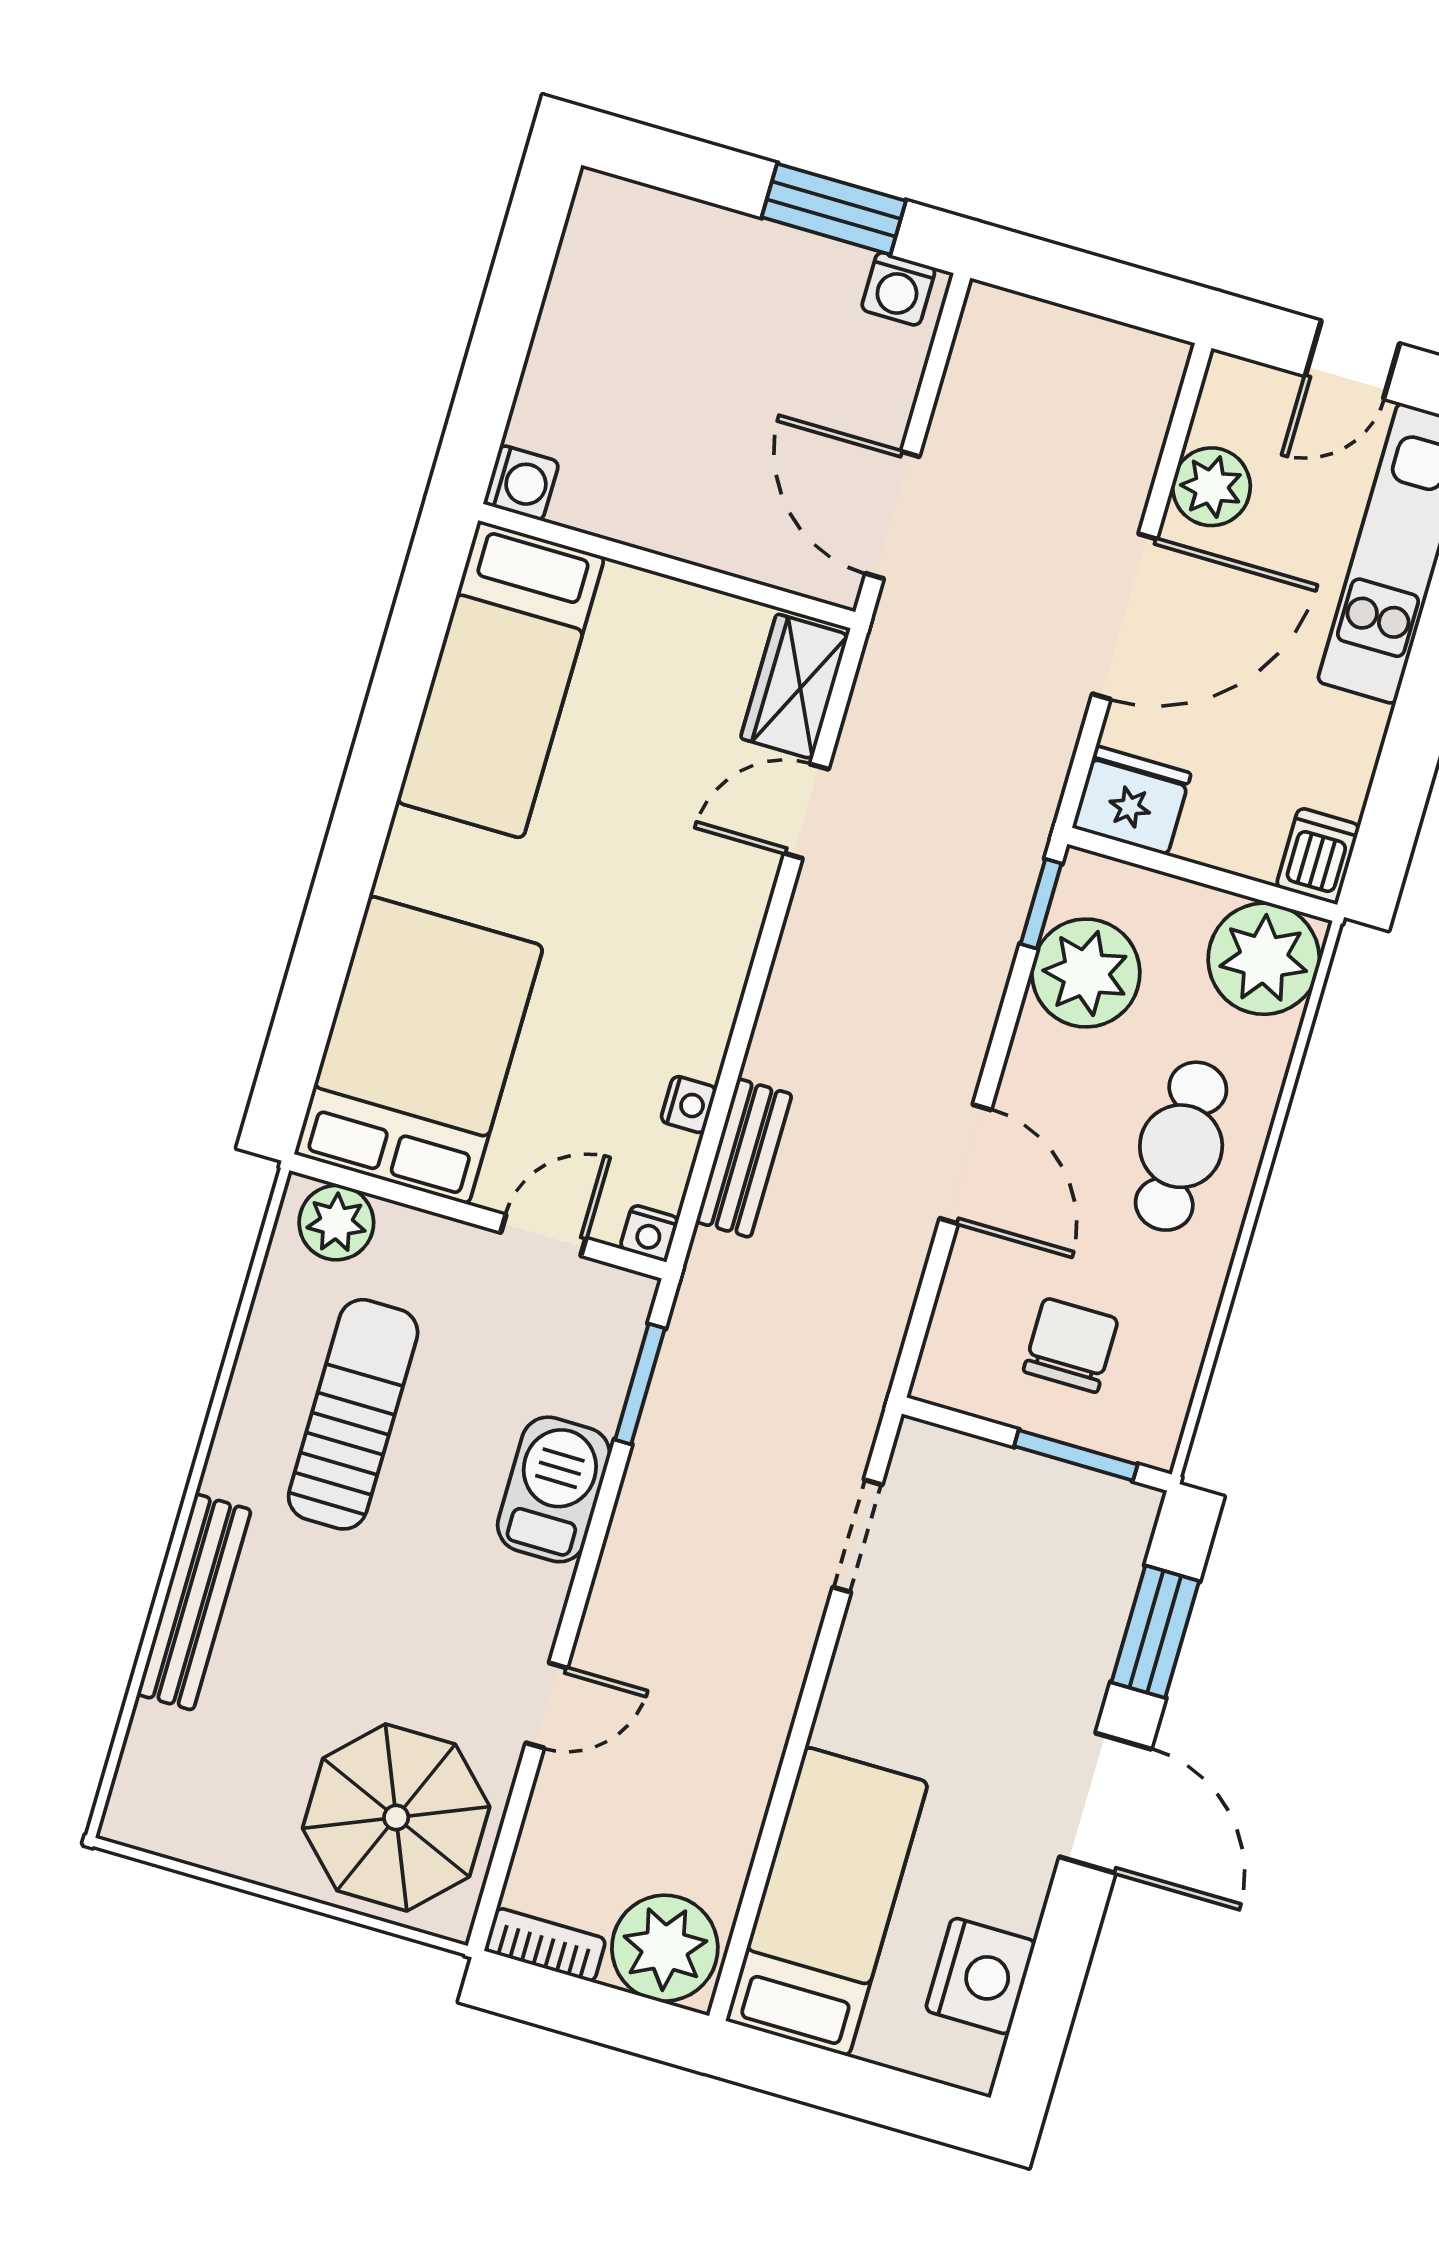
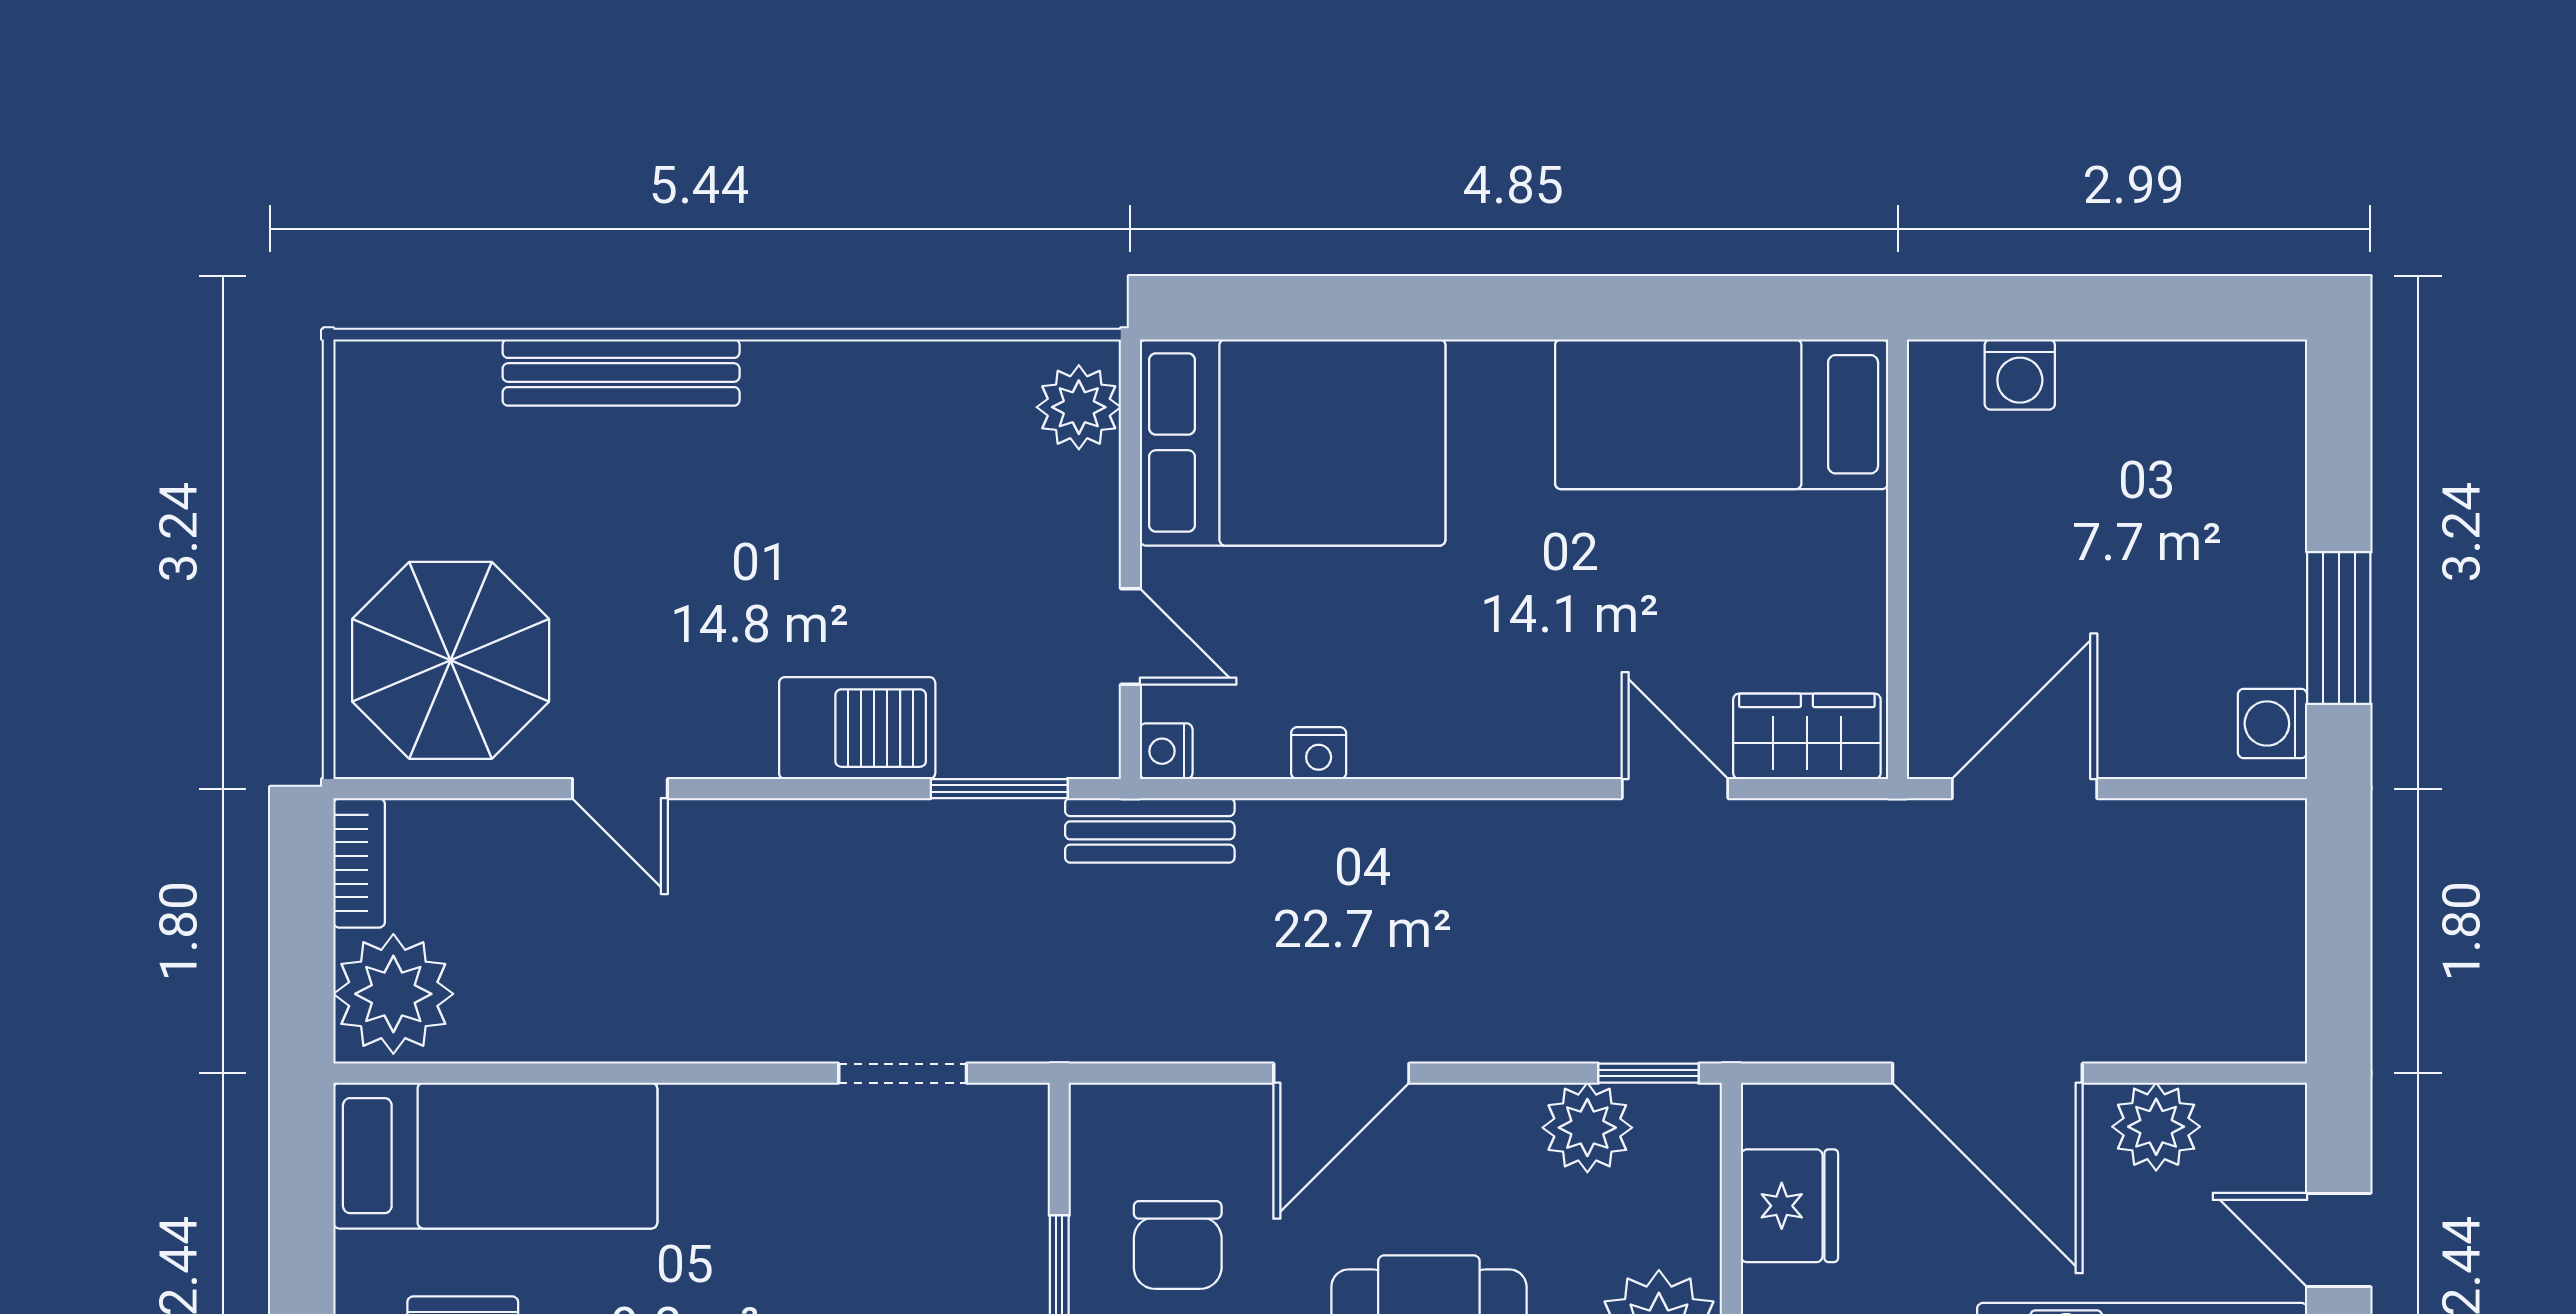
washing machine: (521, 483) -> (2020, 375), moved
fridge: (1132, 800) -> (1789, 1206), moved
plant: (1086, 973) -> (1587, 1128), width x0.73, depth x0.73
bench: (744, 1158) -> (1150, 830), moved
chair: (1071, 1345) -> (1178, 1245), turned 90
sun lounger: (353, 1414) -> (876, 486), removed

